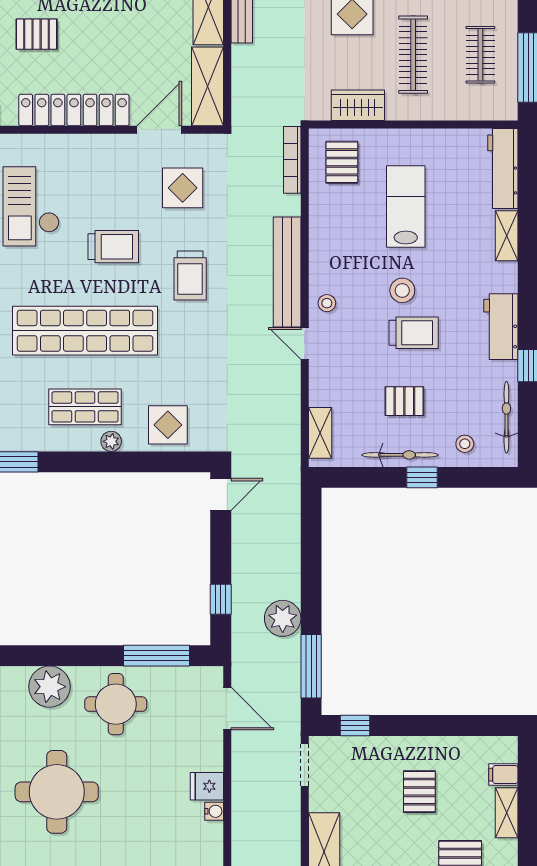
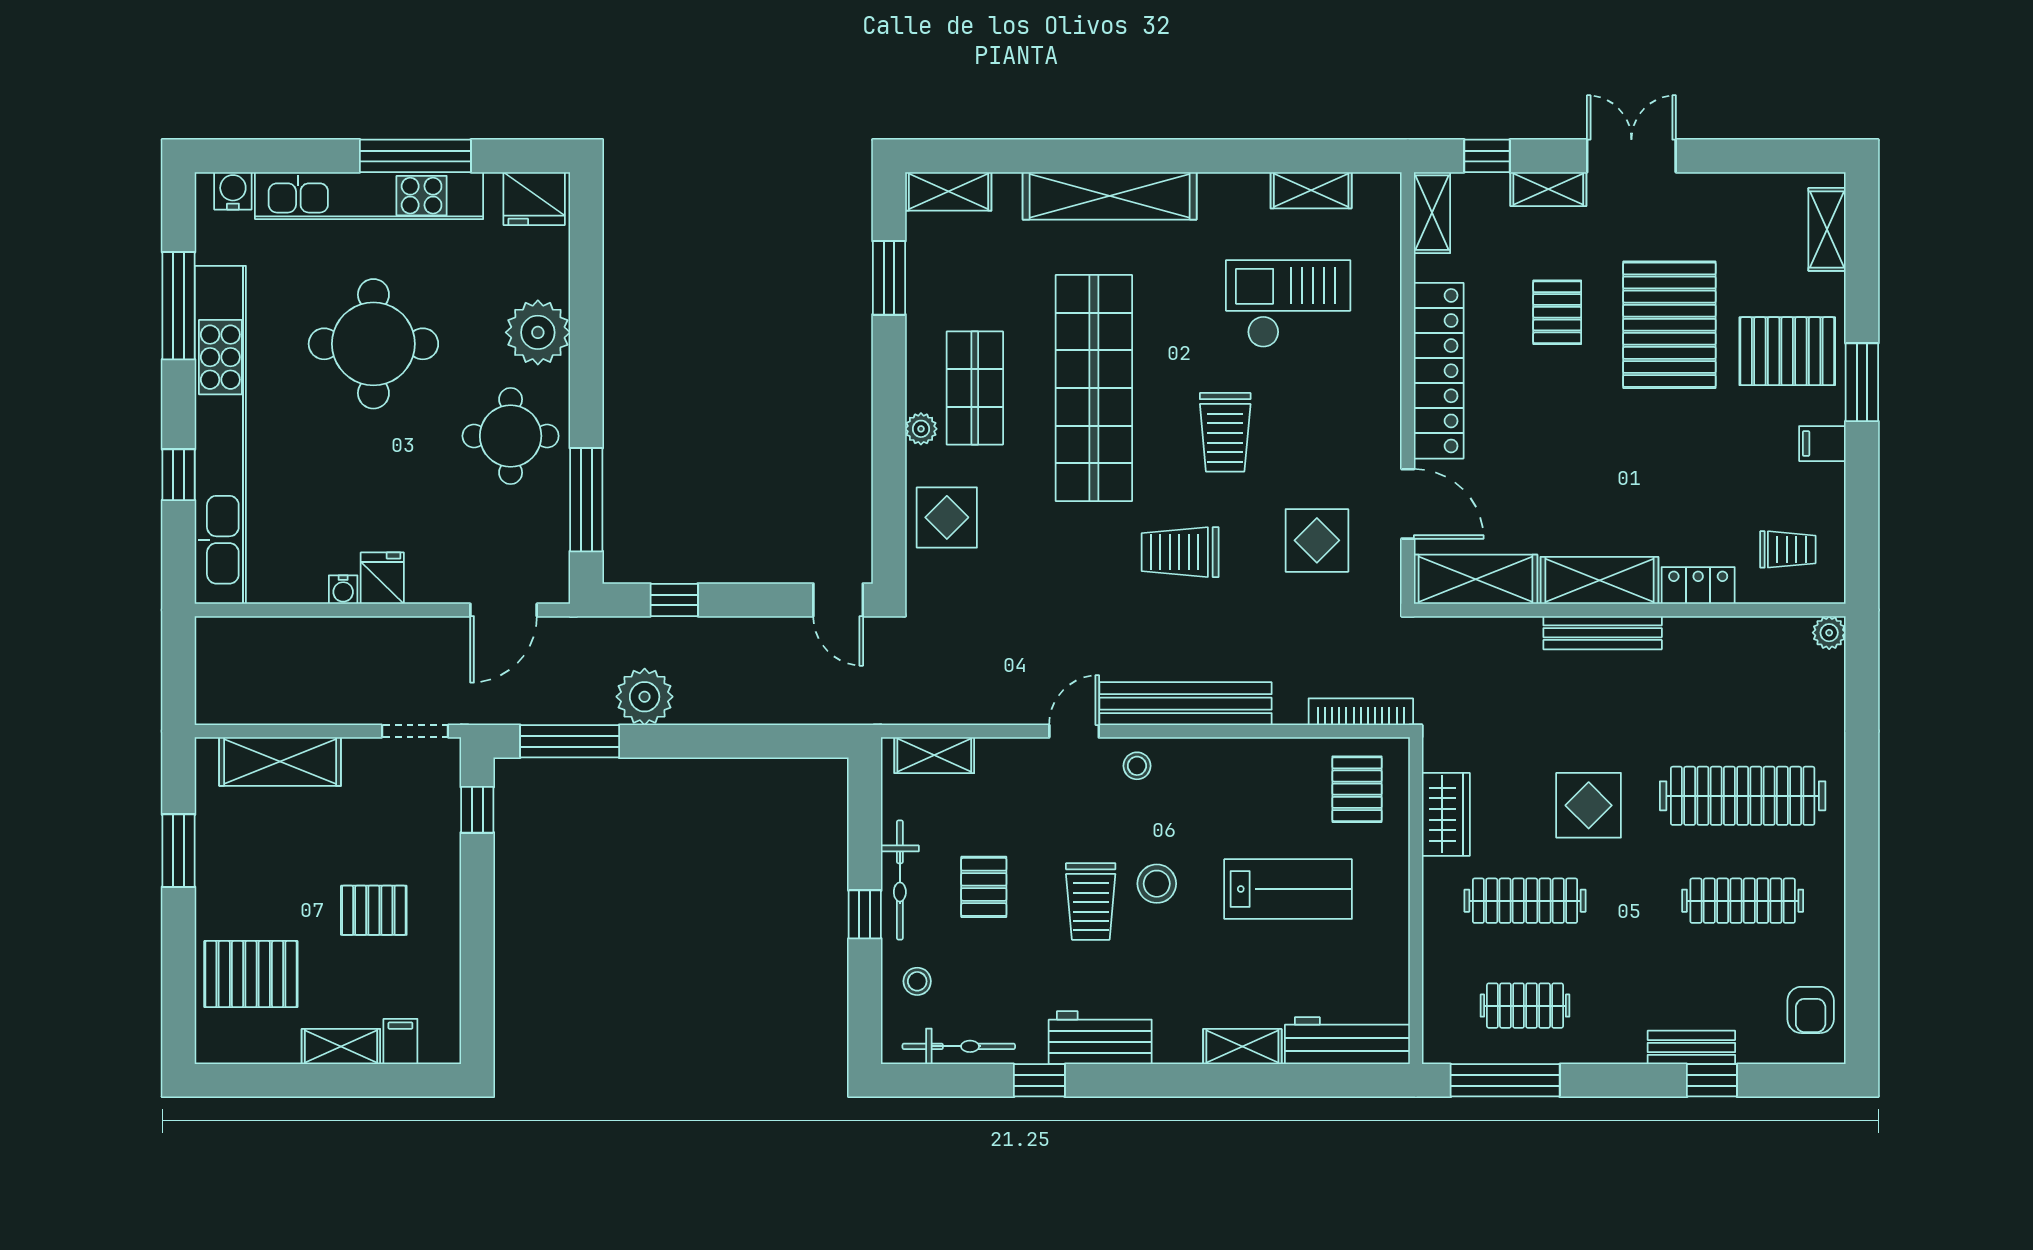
pallet: (342, 162) -> (1357, 789), turned 90

